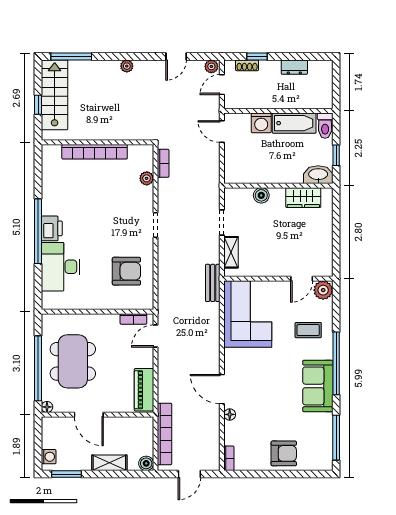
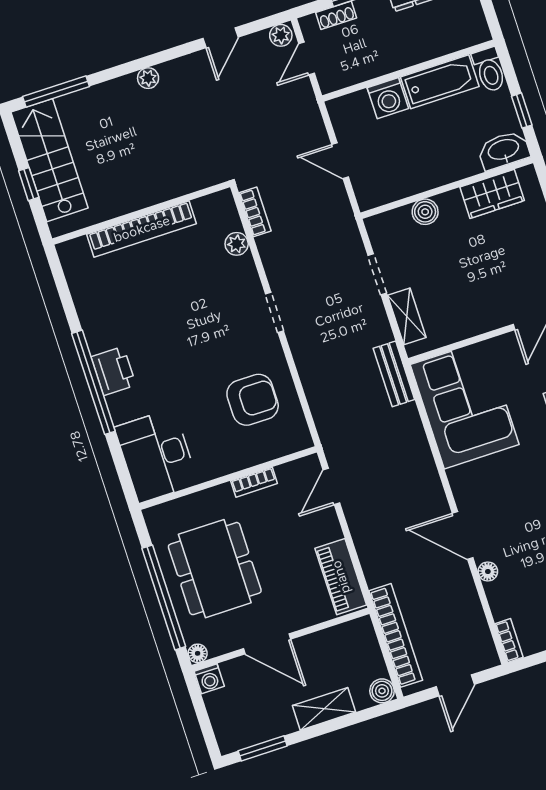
door: (222, 132) -> (340, 161), moved
desk: (61, 267) -> (156, 456), moved
bookcase: (133, 319) -> (254, 482), moved
washing machine: (49, 457) -> (209, 679), moved, turned 90

